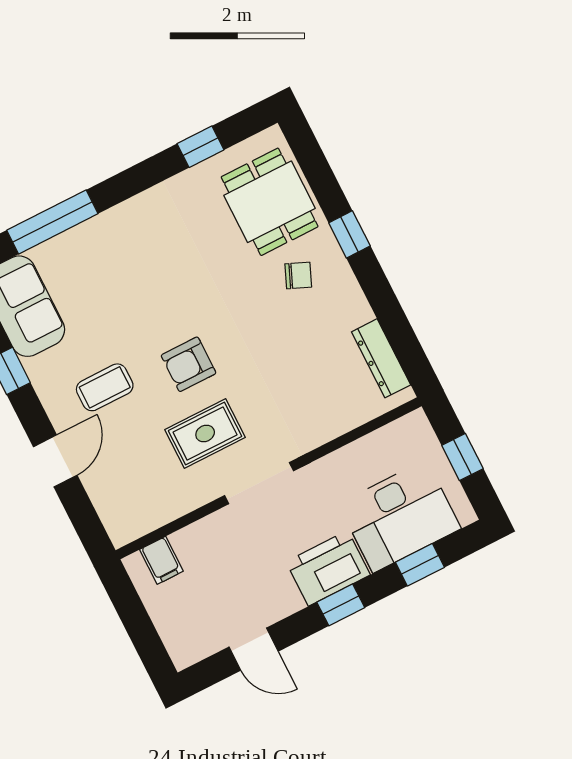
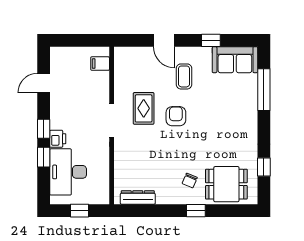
window: (420, 565) -> (44, 157), moved
printer: (328, 568) -> (58, 139), width x0.53, depth x0.68

